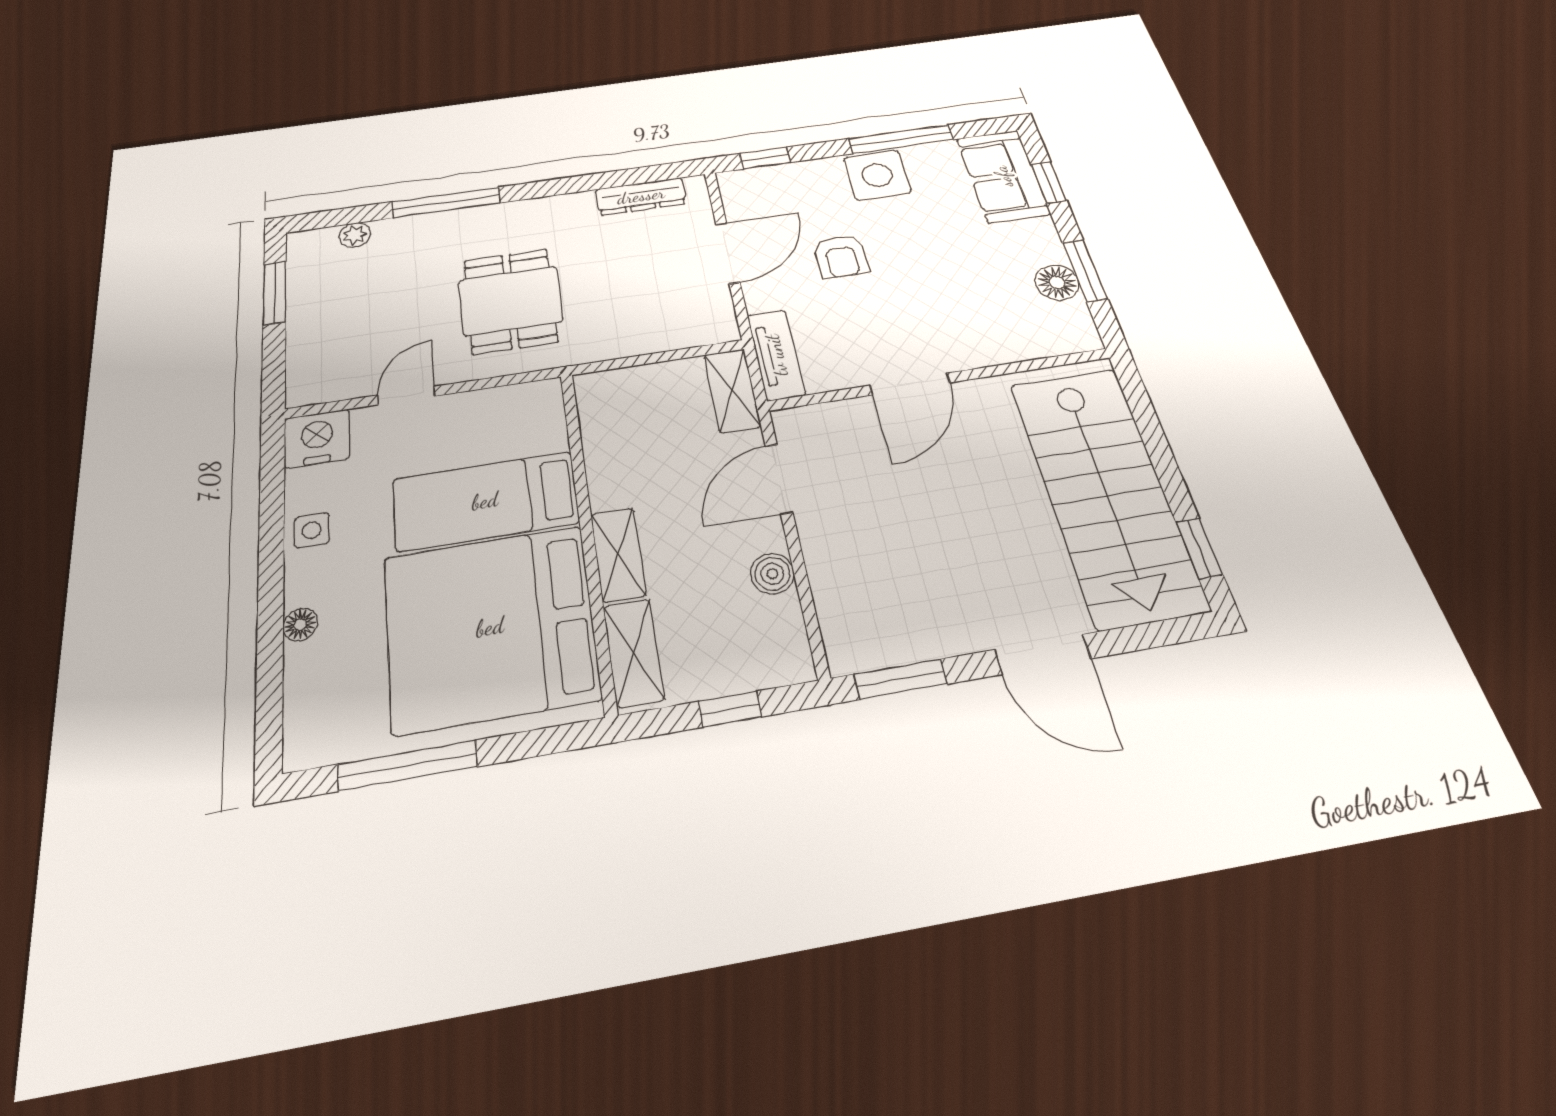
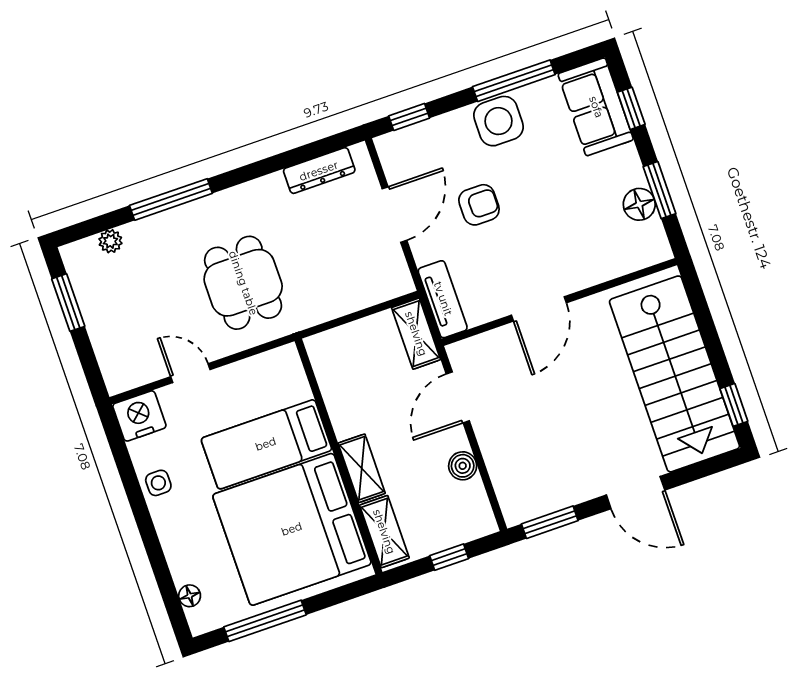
armchair: (841, 256) -> (479, 205), turned -90
door: (406, 396) -> (190, 373), hinge flipped
floor lamp: (300, 625) -> (190, 596), moved

